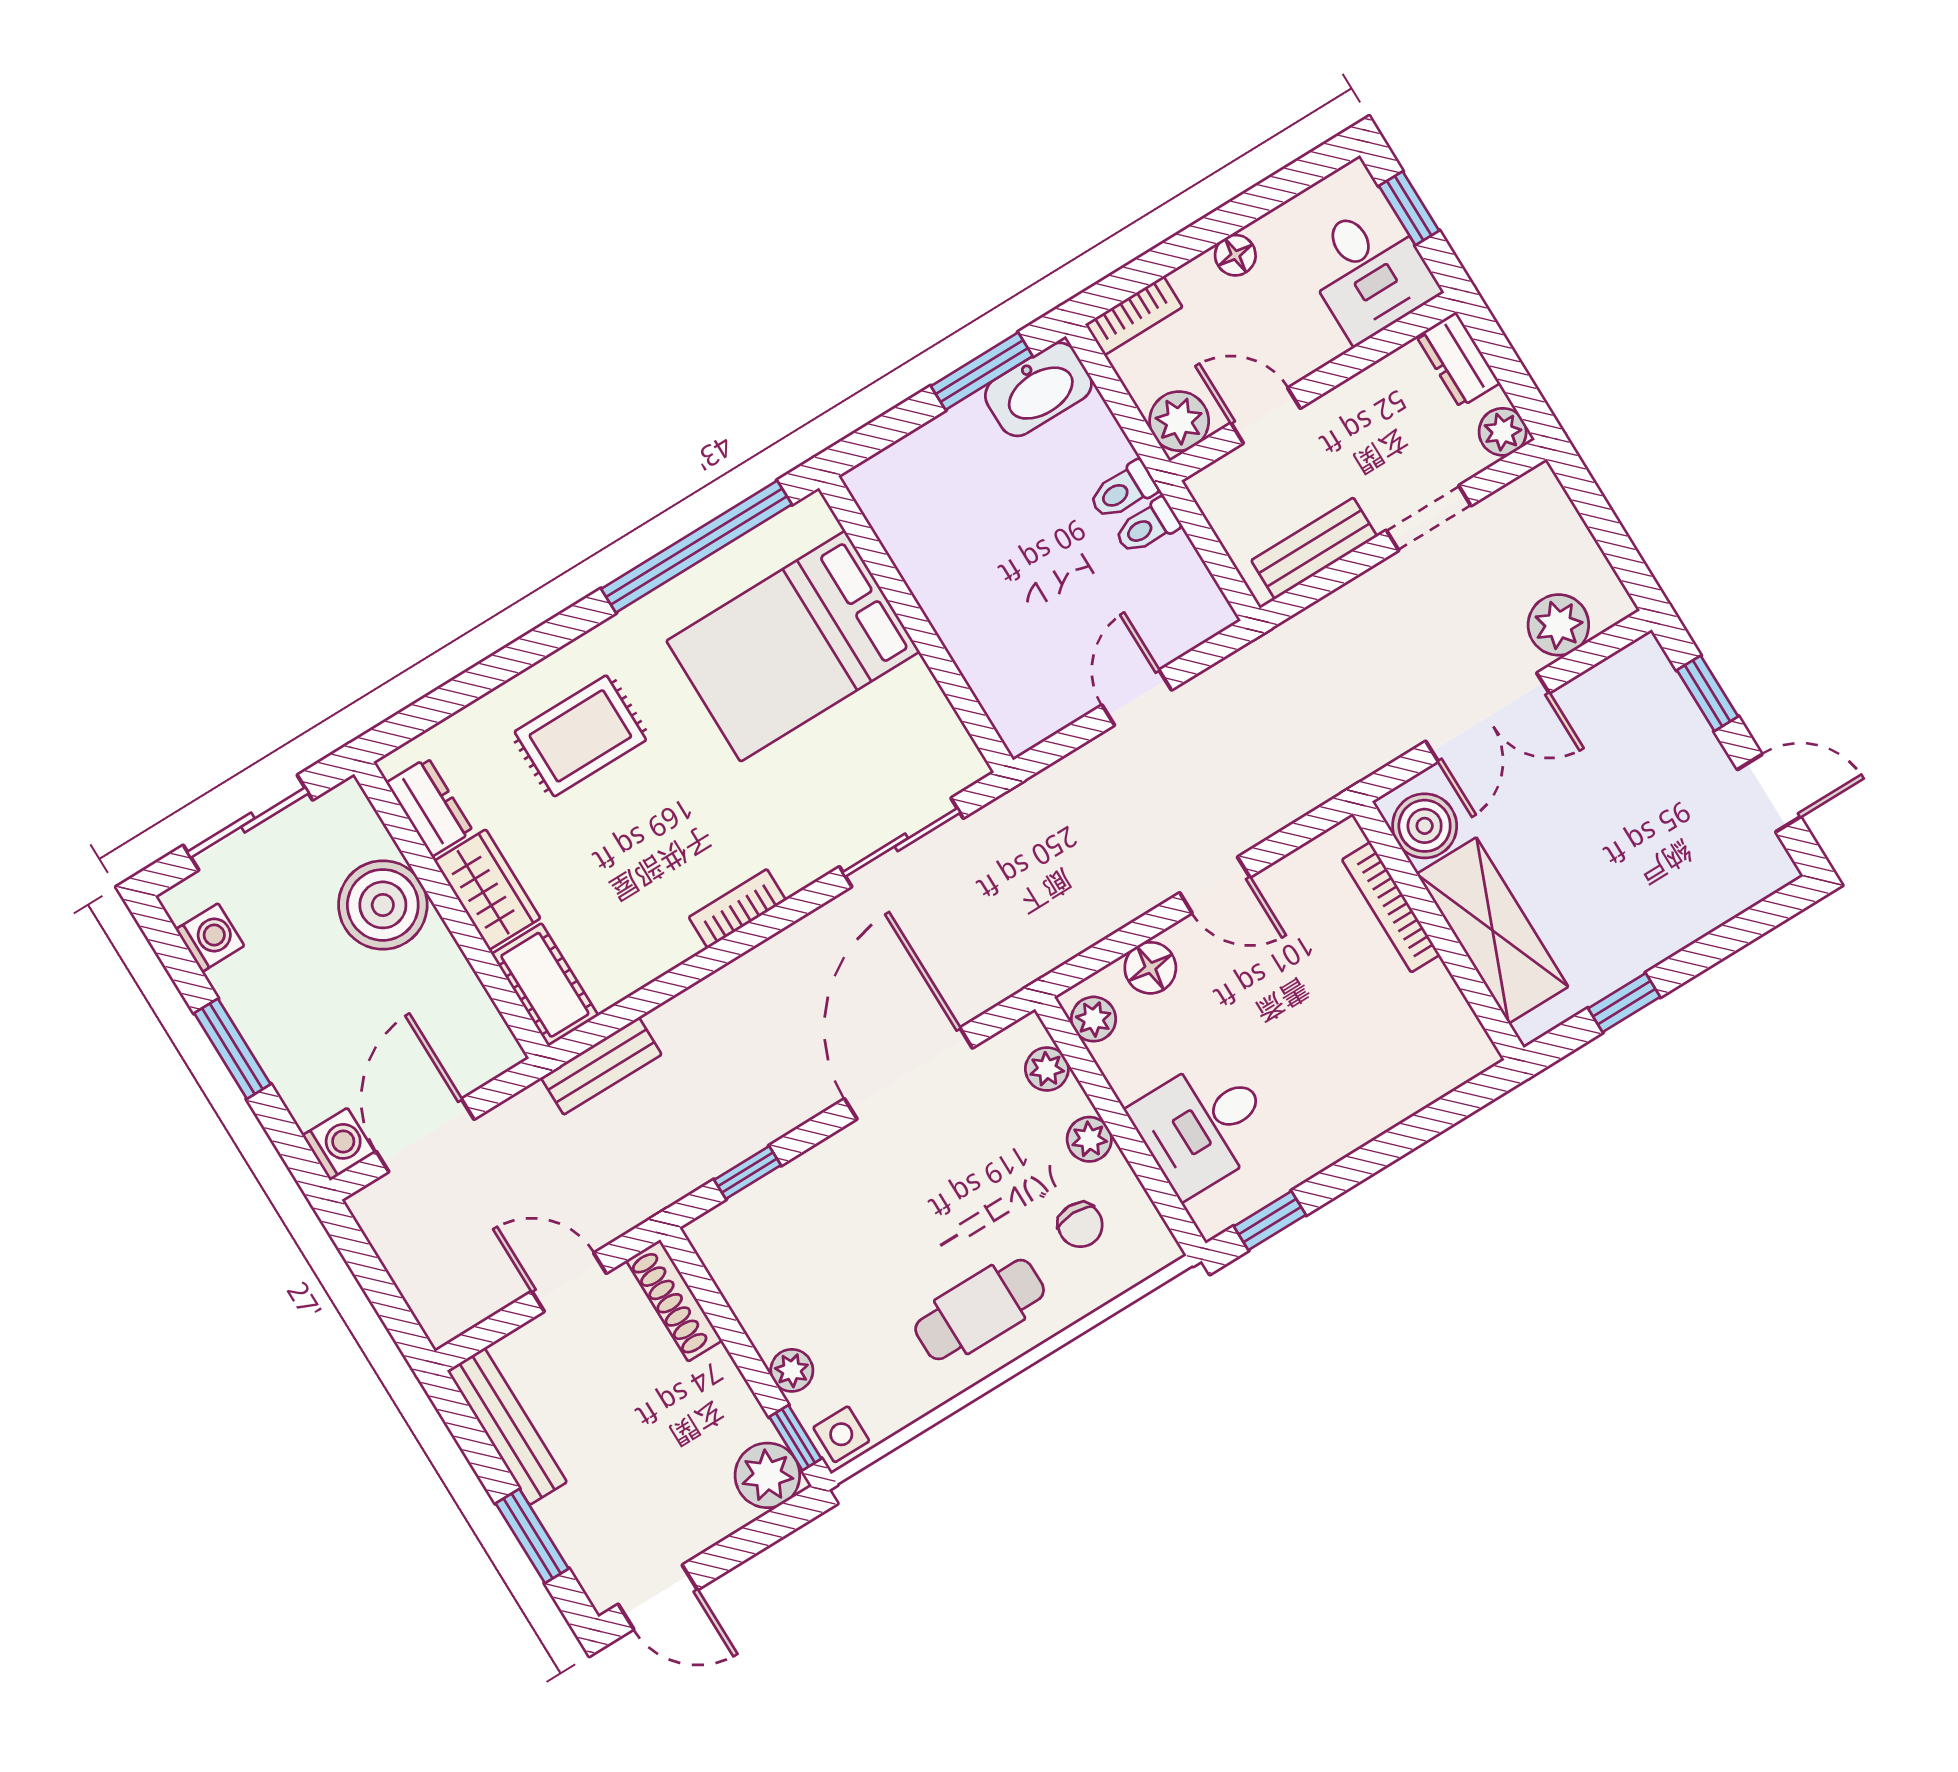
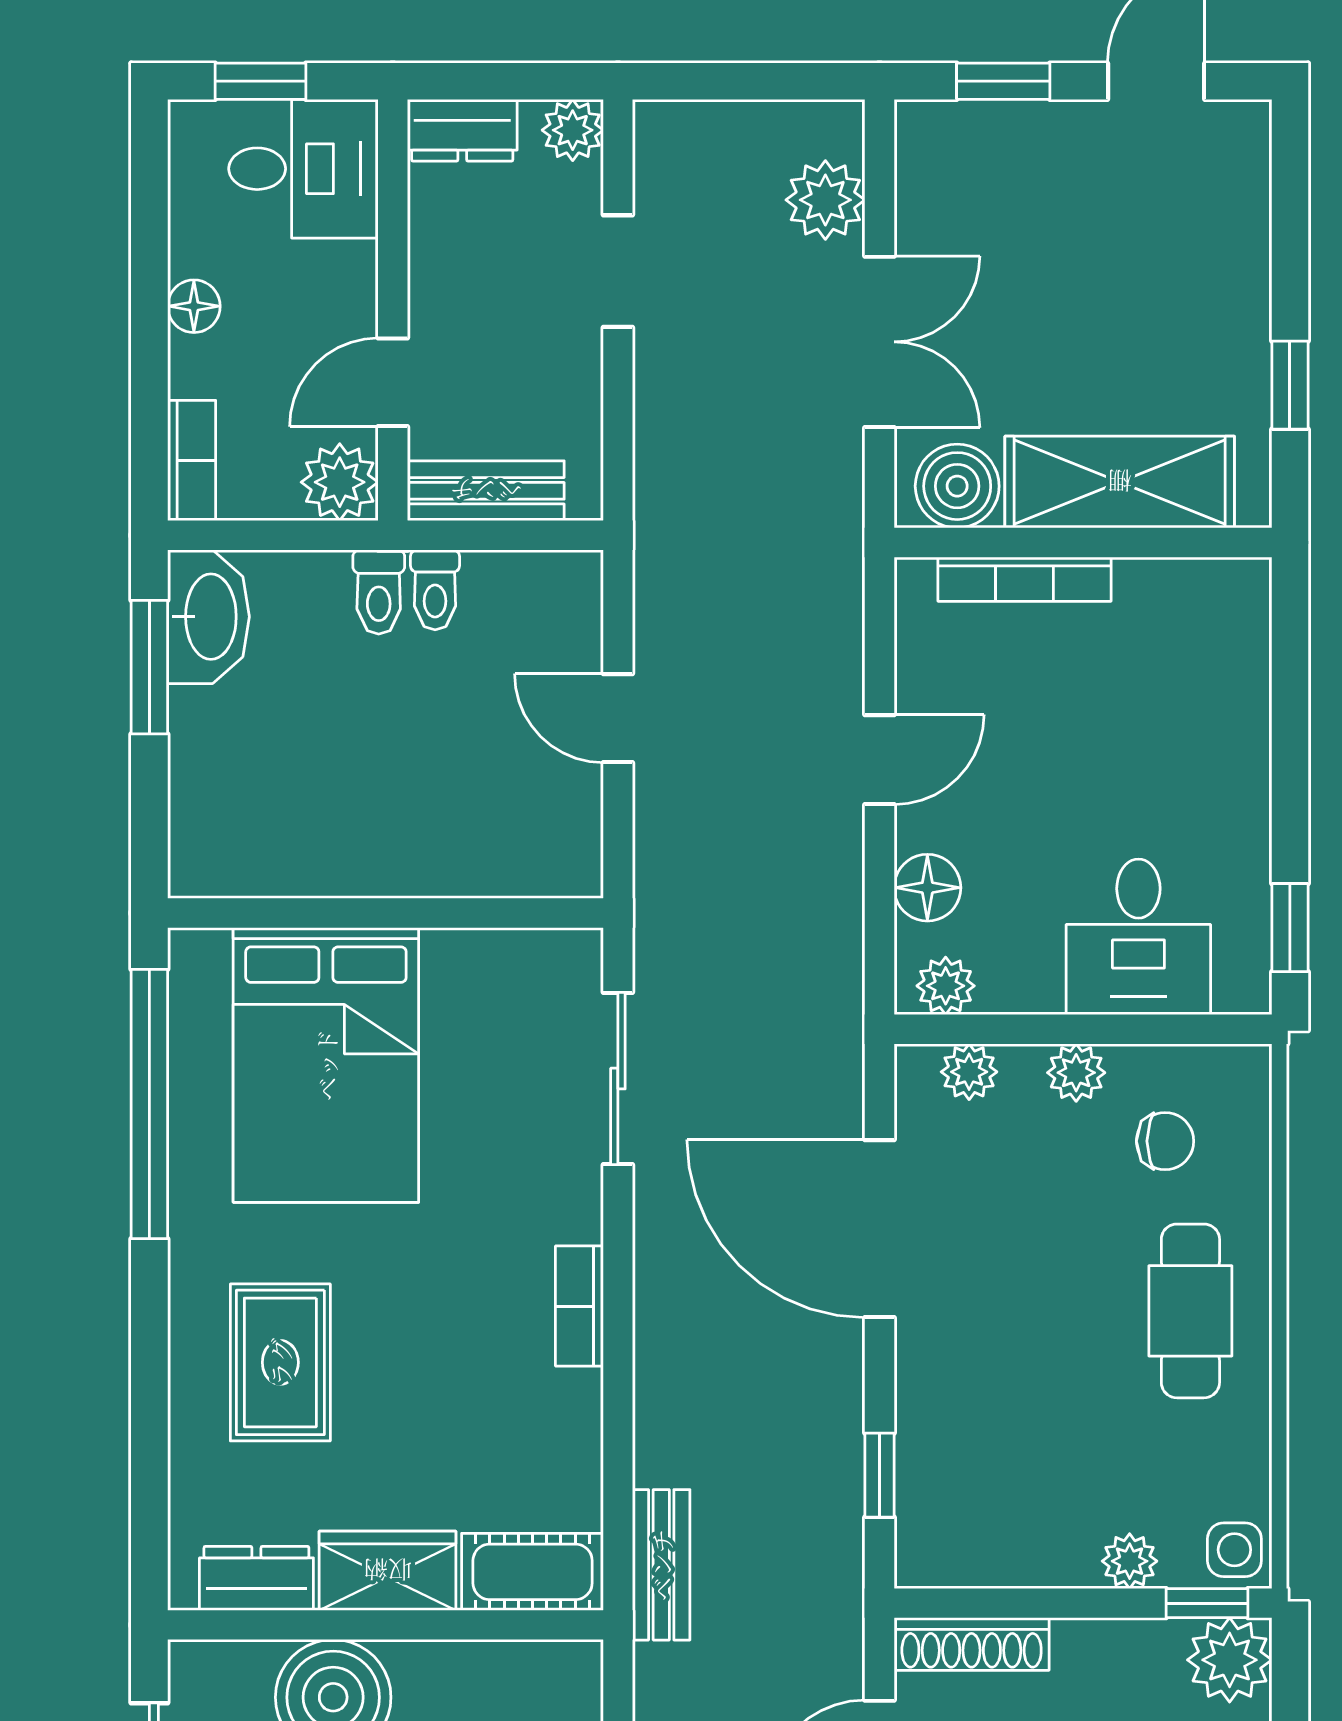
bench: (1314, 548) -> (486, 491), moved, turned 90

